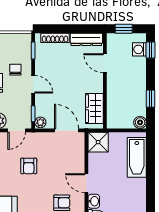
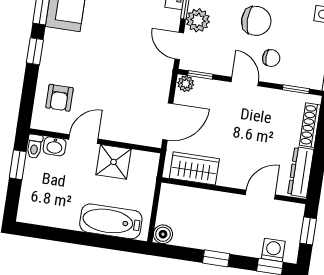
door: (33, 84) -> (245, 82), swing flipped
window: (151, 99) -> (216, 258), moved
shower: (98, 142) -> (114, 162), moved
armchair: (29, 166) -> (122, 56), removed

